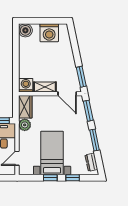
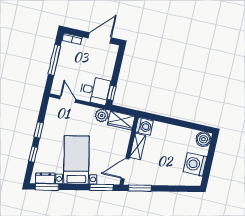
window: (95, 140) -> (47, 187), moved
bed with nightstands: (52, 153) -> (76, 160), moved, turned -102

